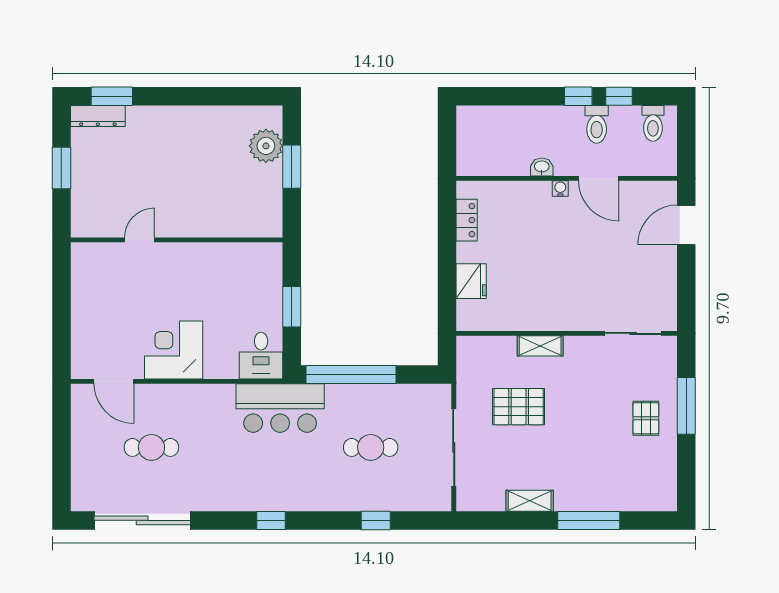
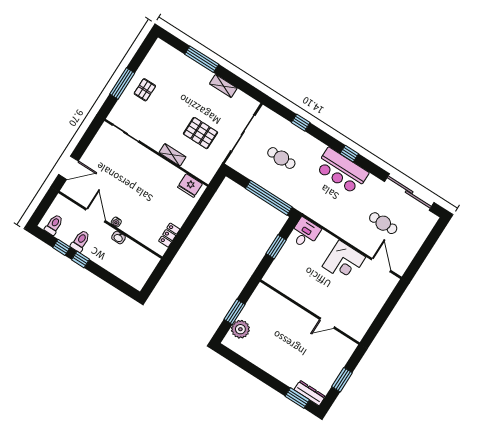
fridge: (471, 281) -> (190, 186), moved, turned -90
bar counter: (280, 408) -> (342, 171), moved, turned 180

